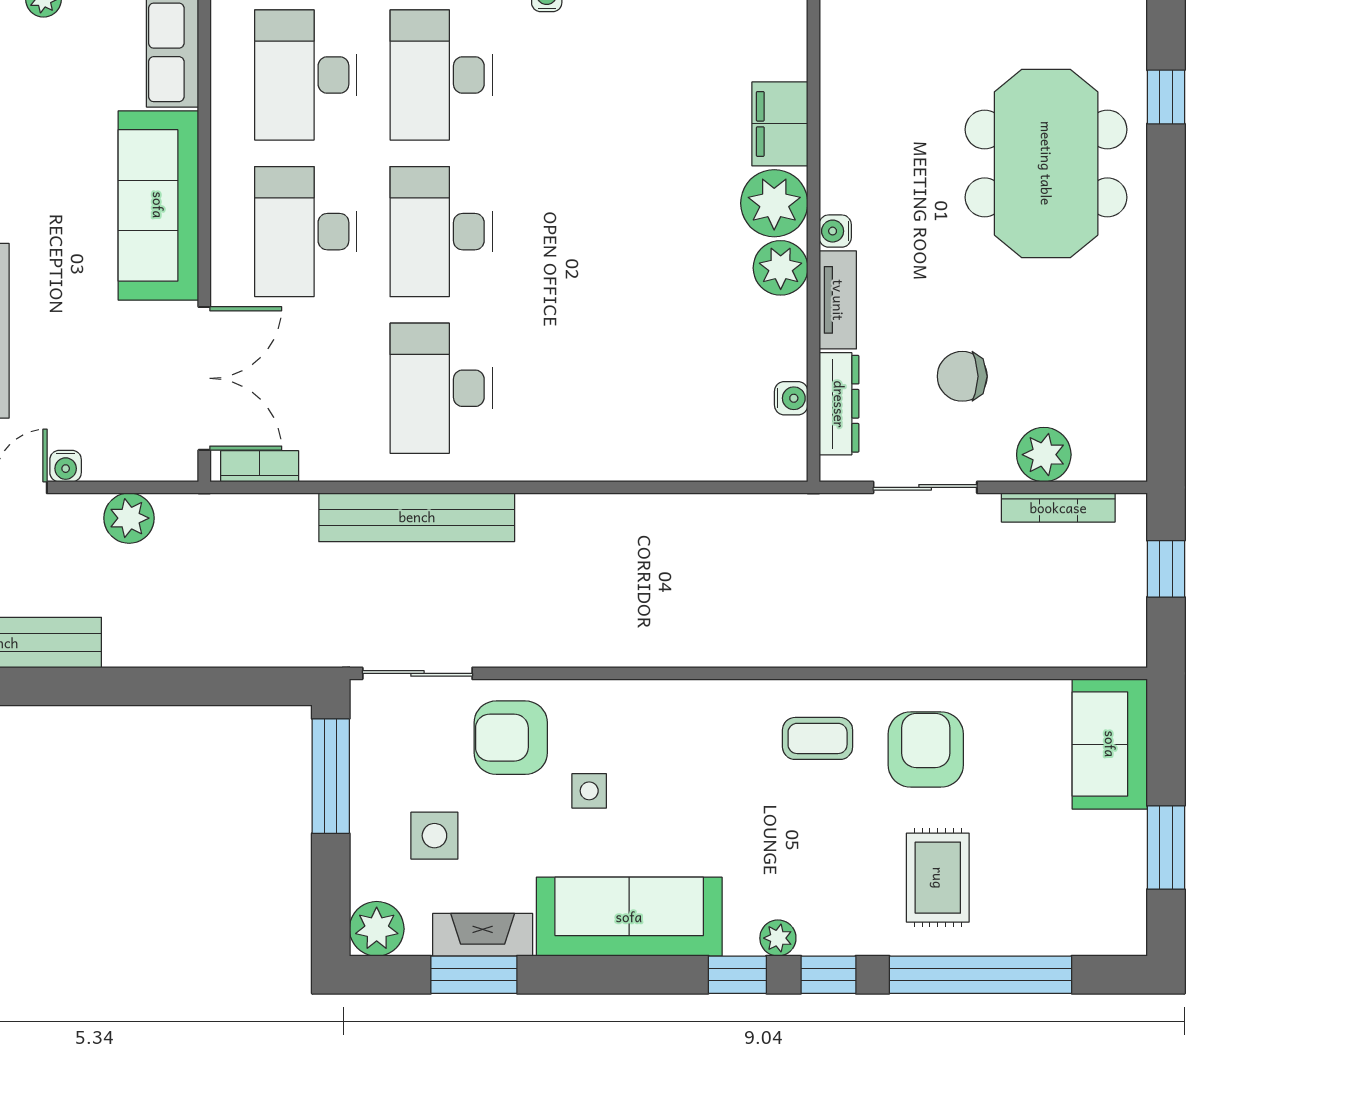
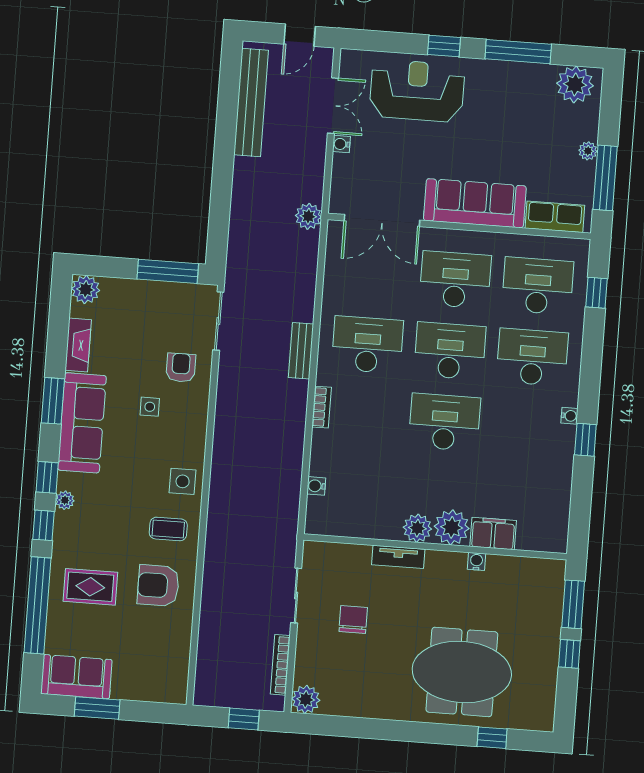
water cooler: (835, 231) -> (476, 561), moved
desk: (577, 232) -> (445, 422), added
water cooler: (791, 398) -> (316, 486), moved, turned 90
dresser: (839, 404) -> (344, 554), removed
plant: (1044, 455) -> (306, 699), moved
bookcase: (260, 466) -> (322, 407), moved
bench: (417, 517) -> (301, 351), width x0.54, depth x0.82
plant: (129, 518) -> (308, 216), moved
armchair: (511, 738) -> (181, 368), width x0.72, depth x0.72
coffee table: (818, 738) -> (168, 529), turned 90
sofa: (1110, 744) -> (76, 677), moved
armchair: (926, 749) -> (158, 585), turned 180
side table: (434, 836) -> (183, 481), moved
window: (474, 975) -> (53, 401), moved

